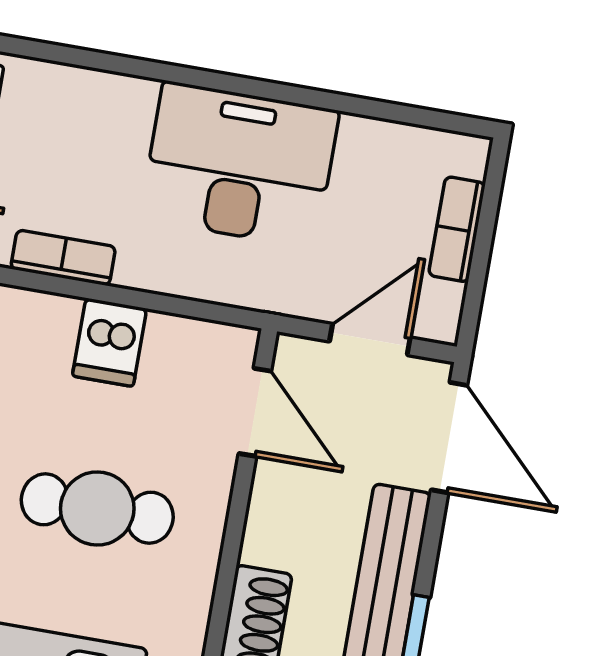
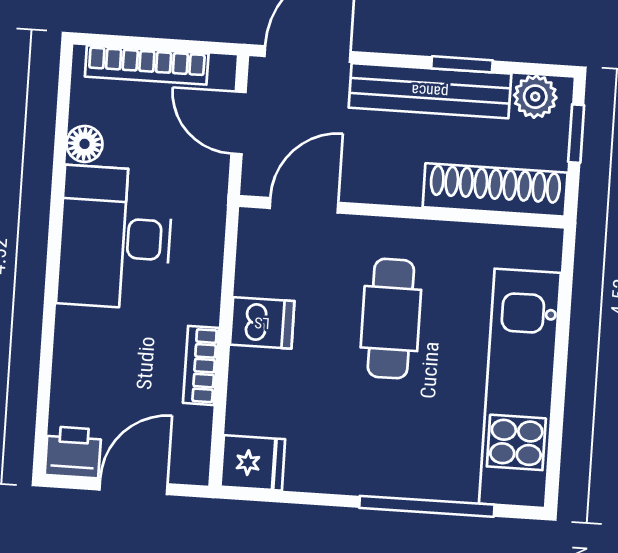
floor lamp: (364, 138) -> (84, 144), added
bookcase: (457, 229) -> (147, 65), width x1.56

